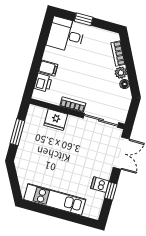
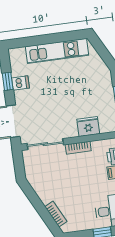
plant: (121, 73) -> (46, 197), removed
floor lamp: (125, 84) -> (38, 188), removed

